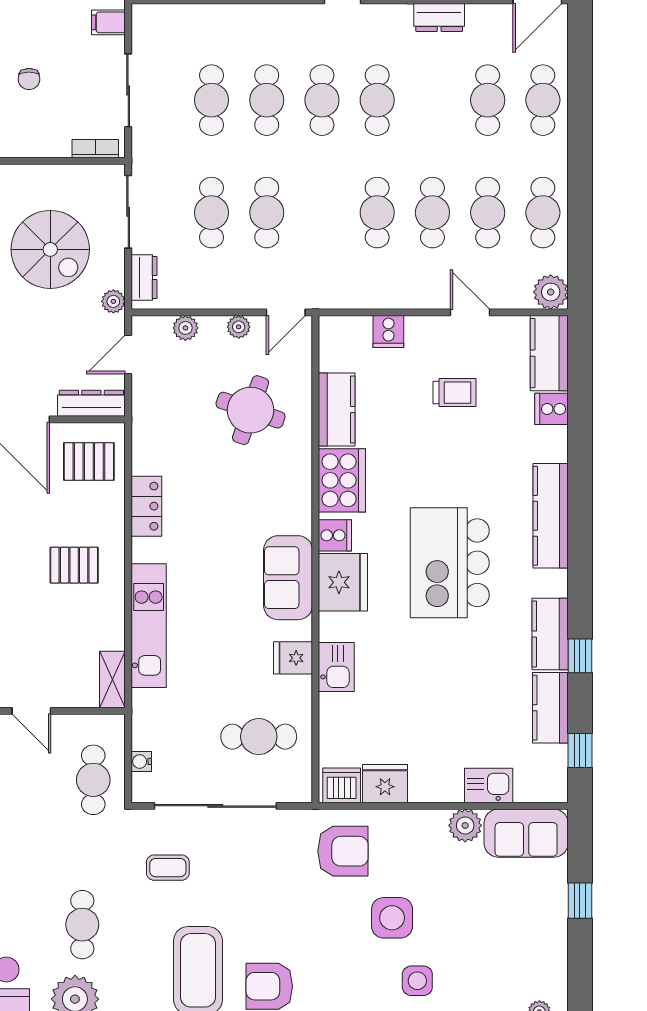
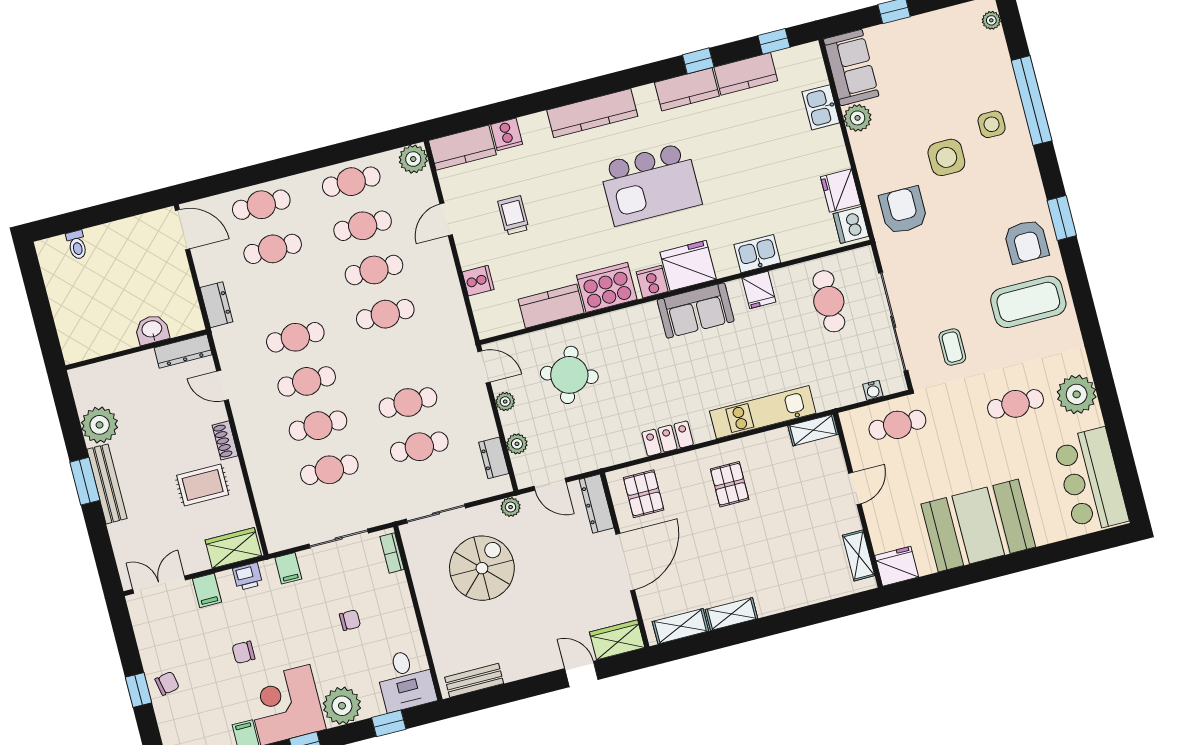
dresser: (144, 278) -> (494, 458), moved, turned -90

